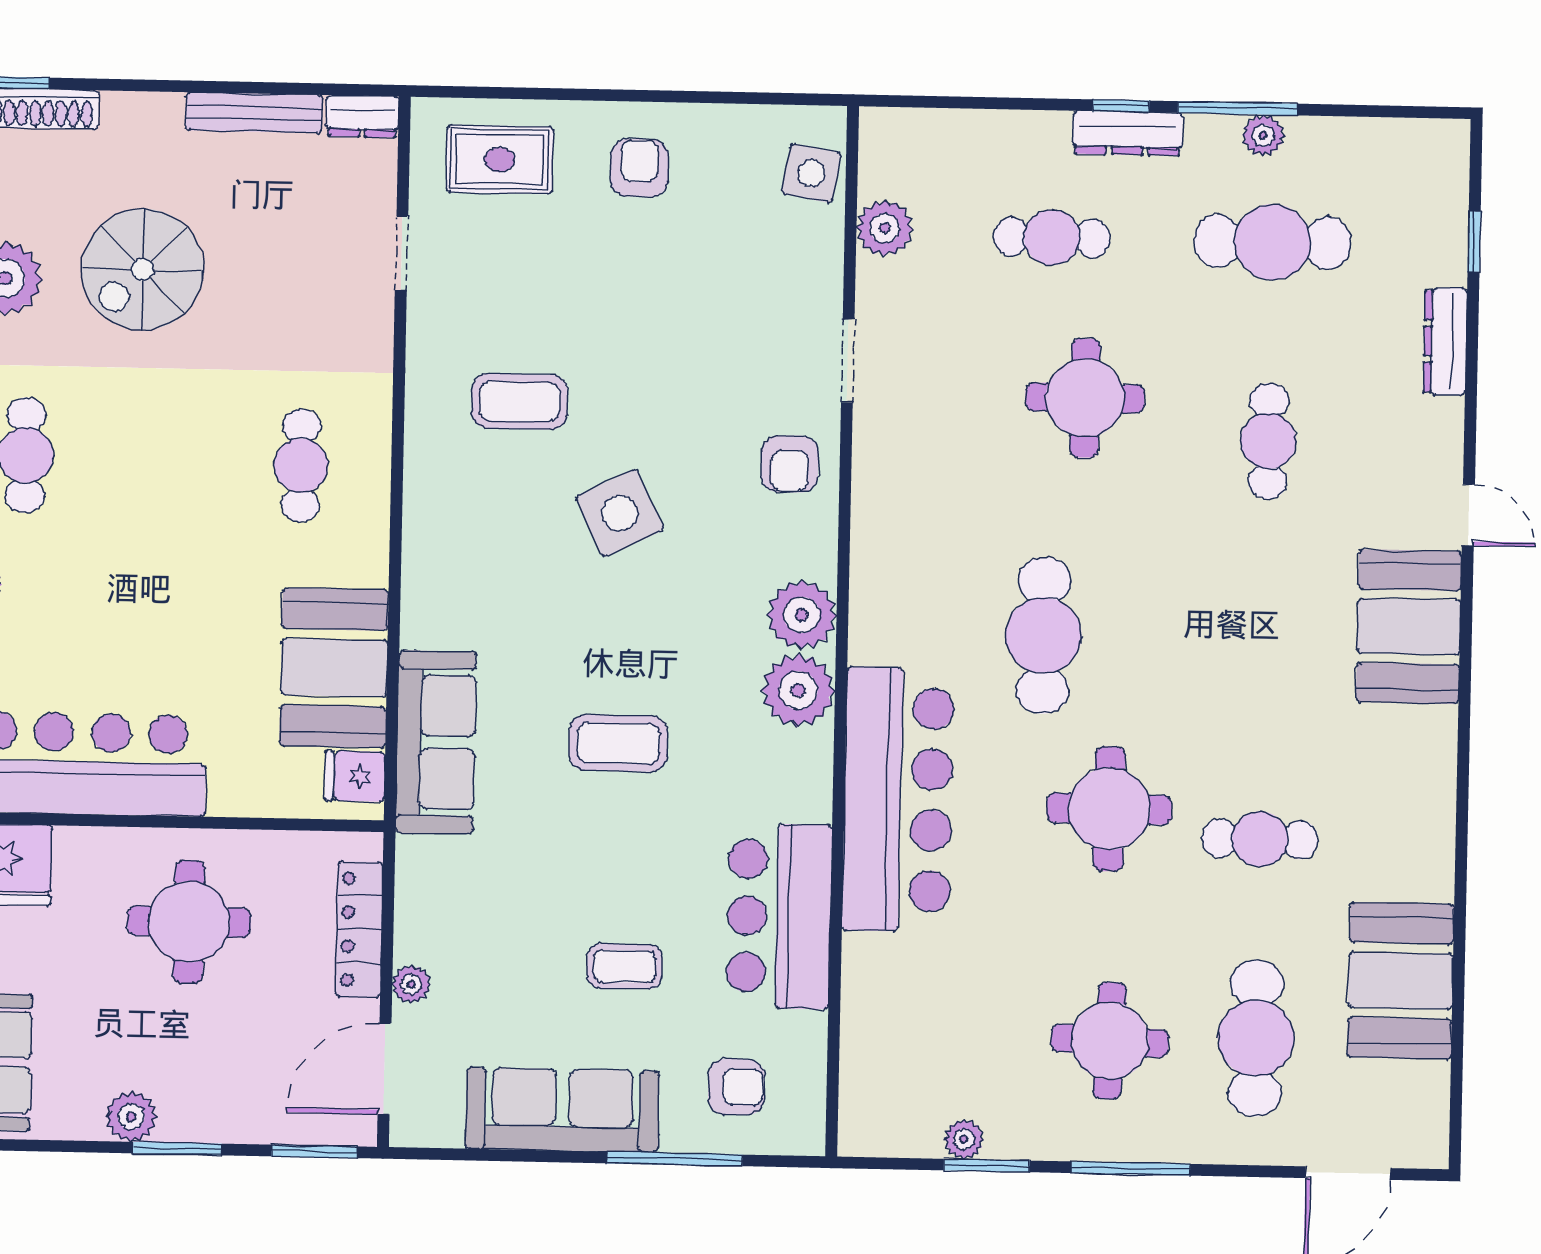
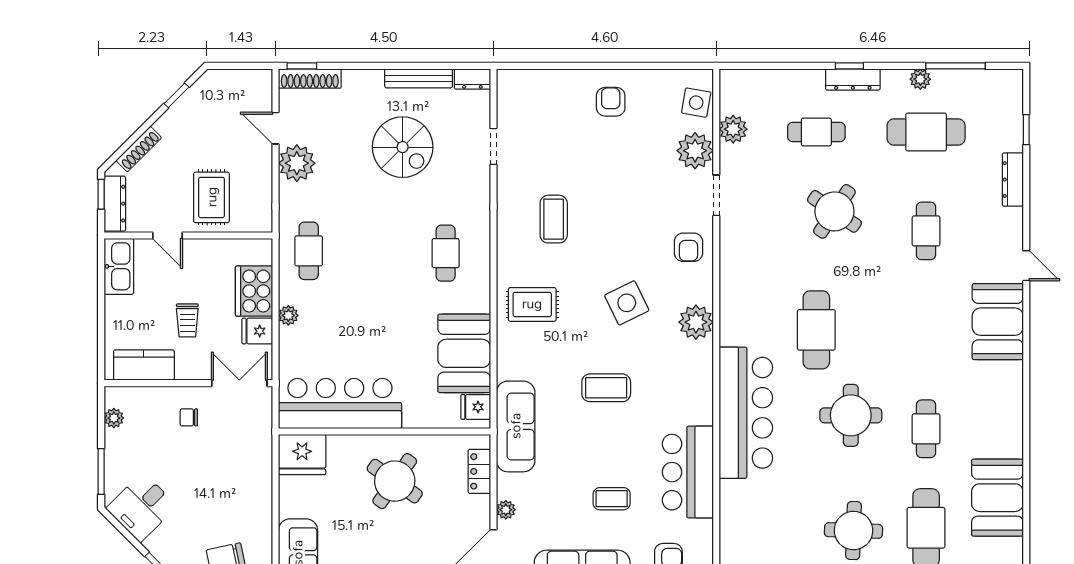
window: (1237, 108) -> (956, 66), moved
rug: (500, 160) -> (532, 304), moved
spiral stairs: (143, 269) -> (403, 147), moved, turned -90
round table: (1085, 398) -> (834, 211), turned 34
coffee table: (520, 402) -> (554, 219), turned 90
side table: (620, 513) -> (627, 303), moved
plant: (798, 690) -> (695, 151), moved
sofa: (436, 742) -> (516, 426), moved
cafe table: (1260, 839) -> (926, 429), turned 90
round table: (189, 922) -> (395, 481), turned 35
locker: (359, 929) -> (479, 471), width x0.66

